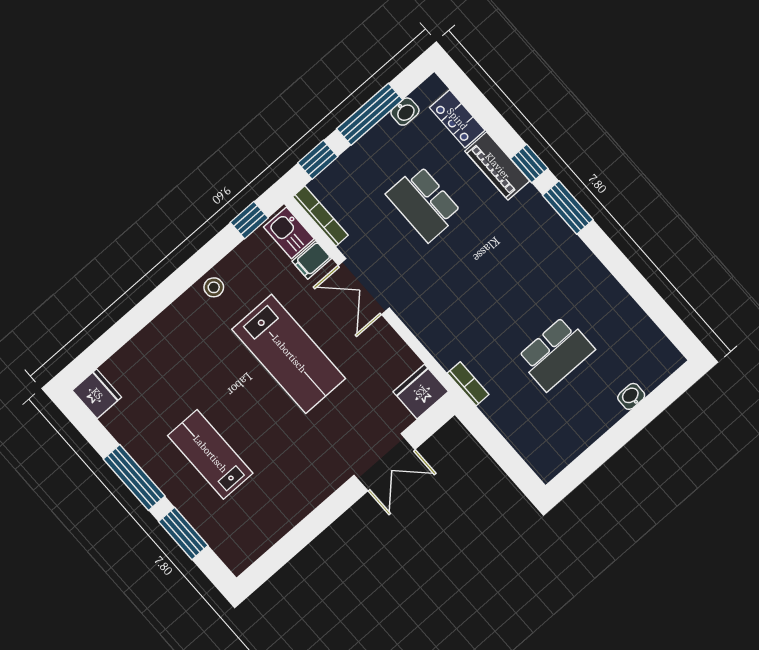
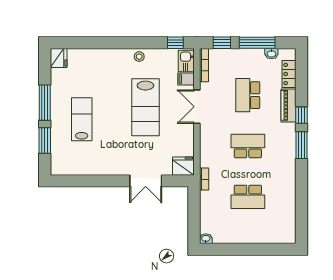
school desk: (490, 278) -> (248, 146), added
washbasin: (631, 396) -> (206, 239), moved

